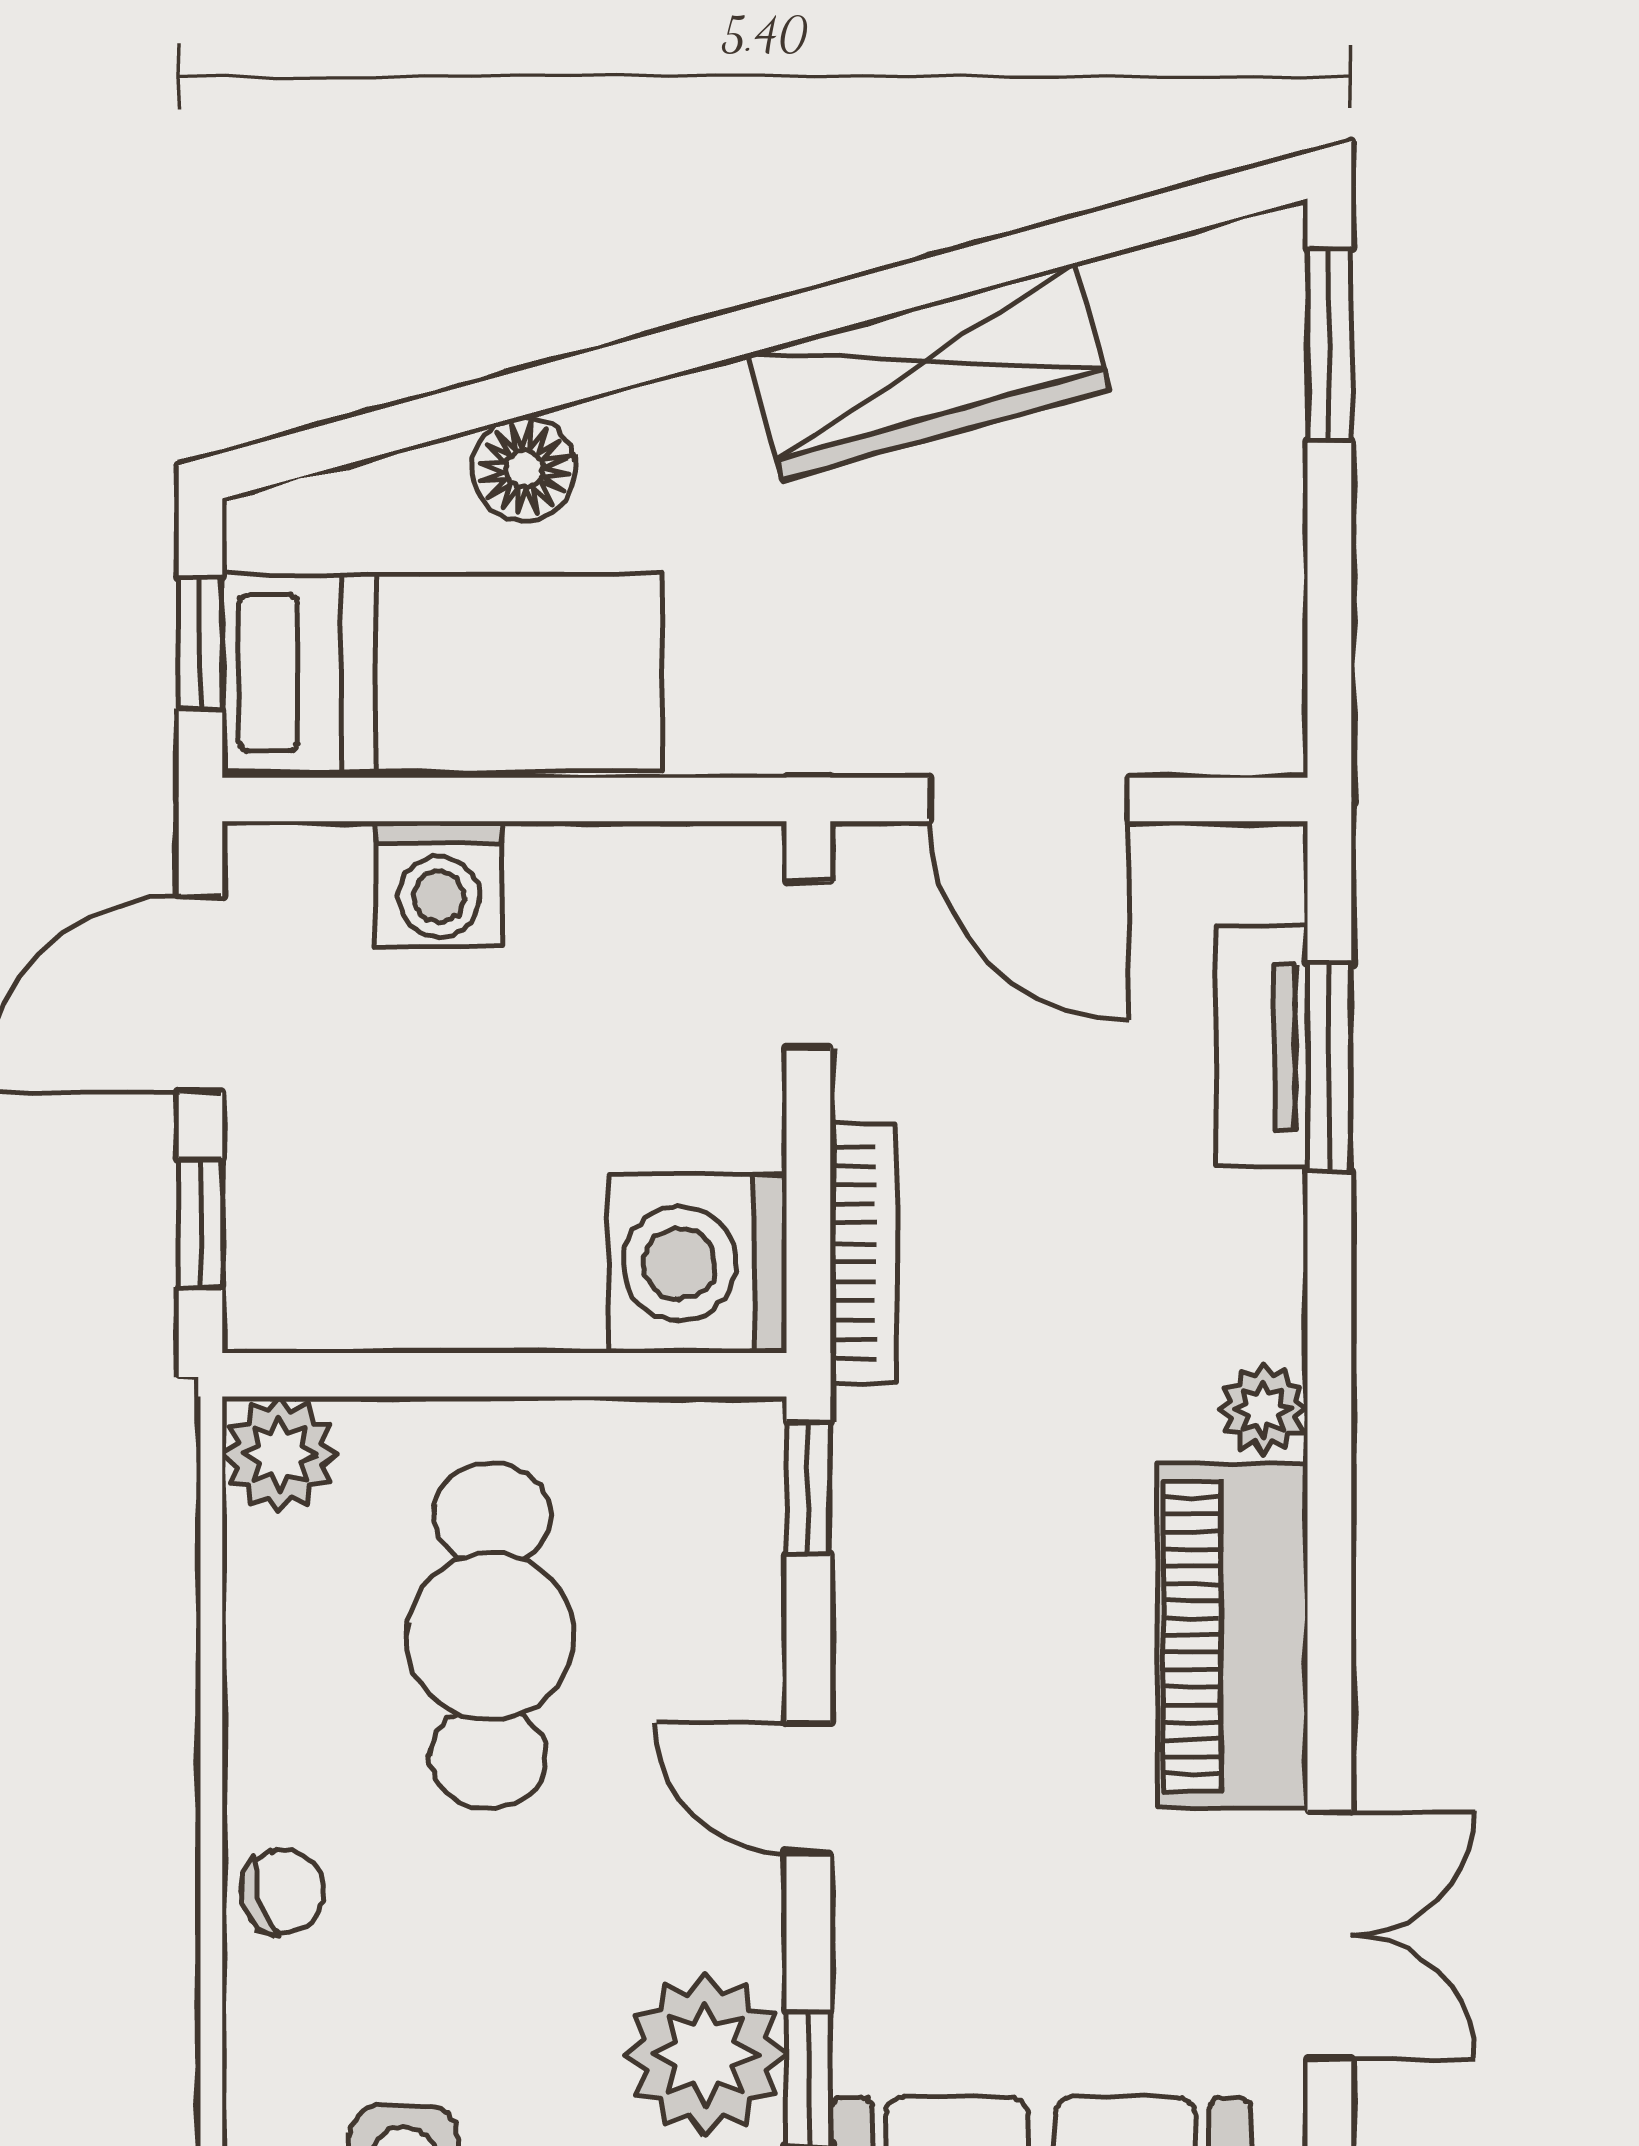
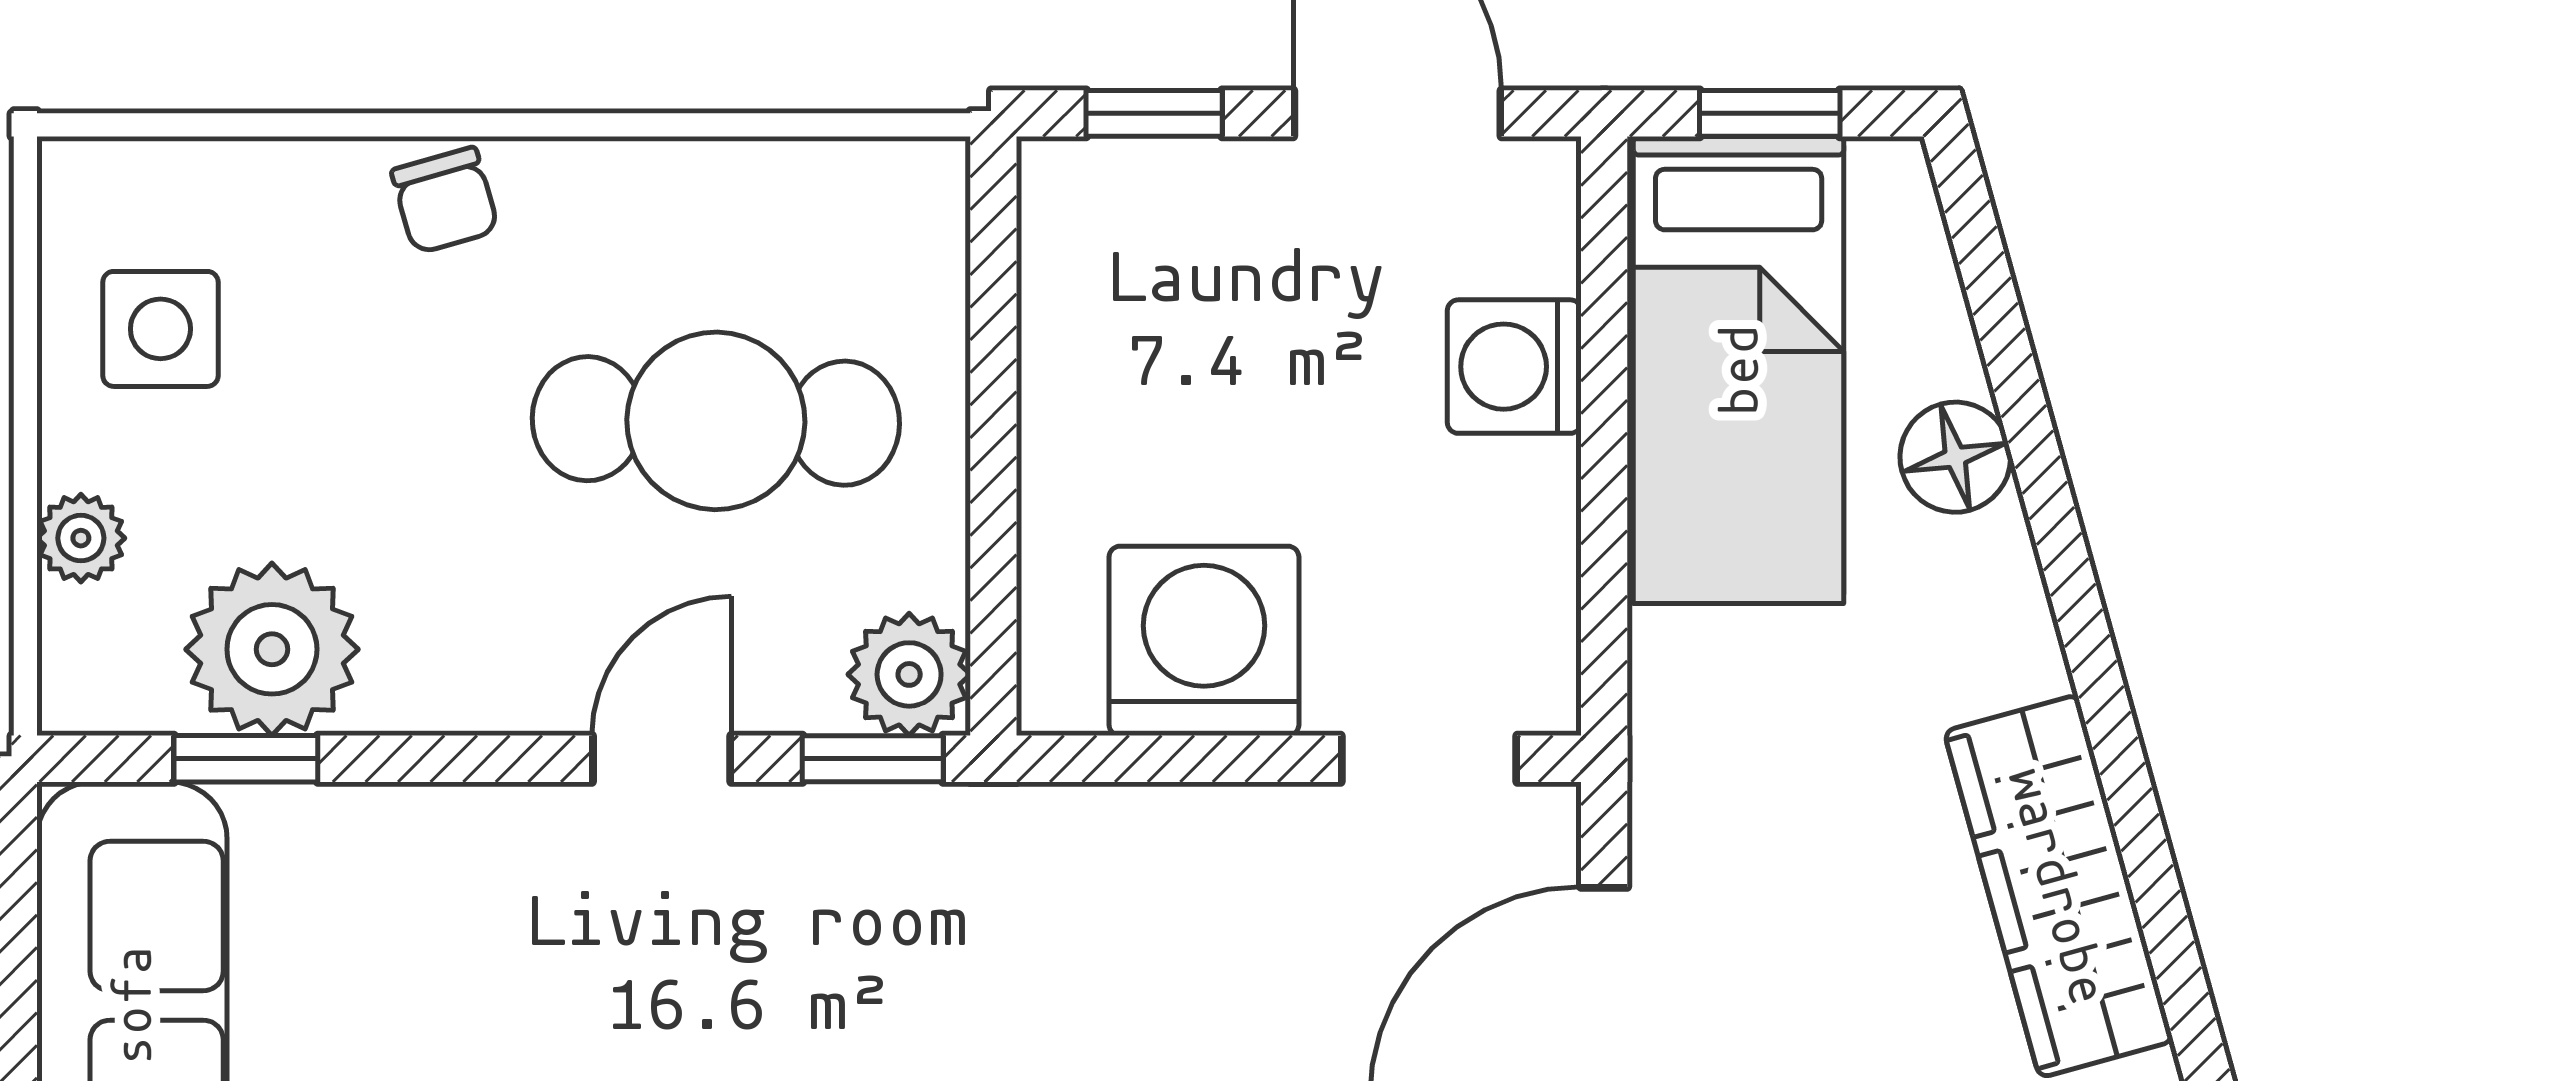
bookcase: (863, 1252) -> (1123, 817), removed
washing machine: (697, 1264) -> (1204, 641), moved
plant: (280, 1454) -> (909, 674), moved
door: (808, 1788) -> (662, 759), moved

